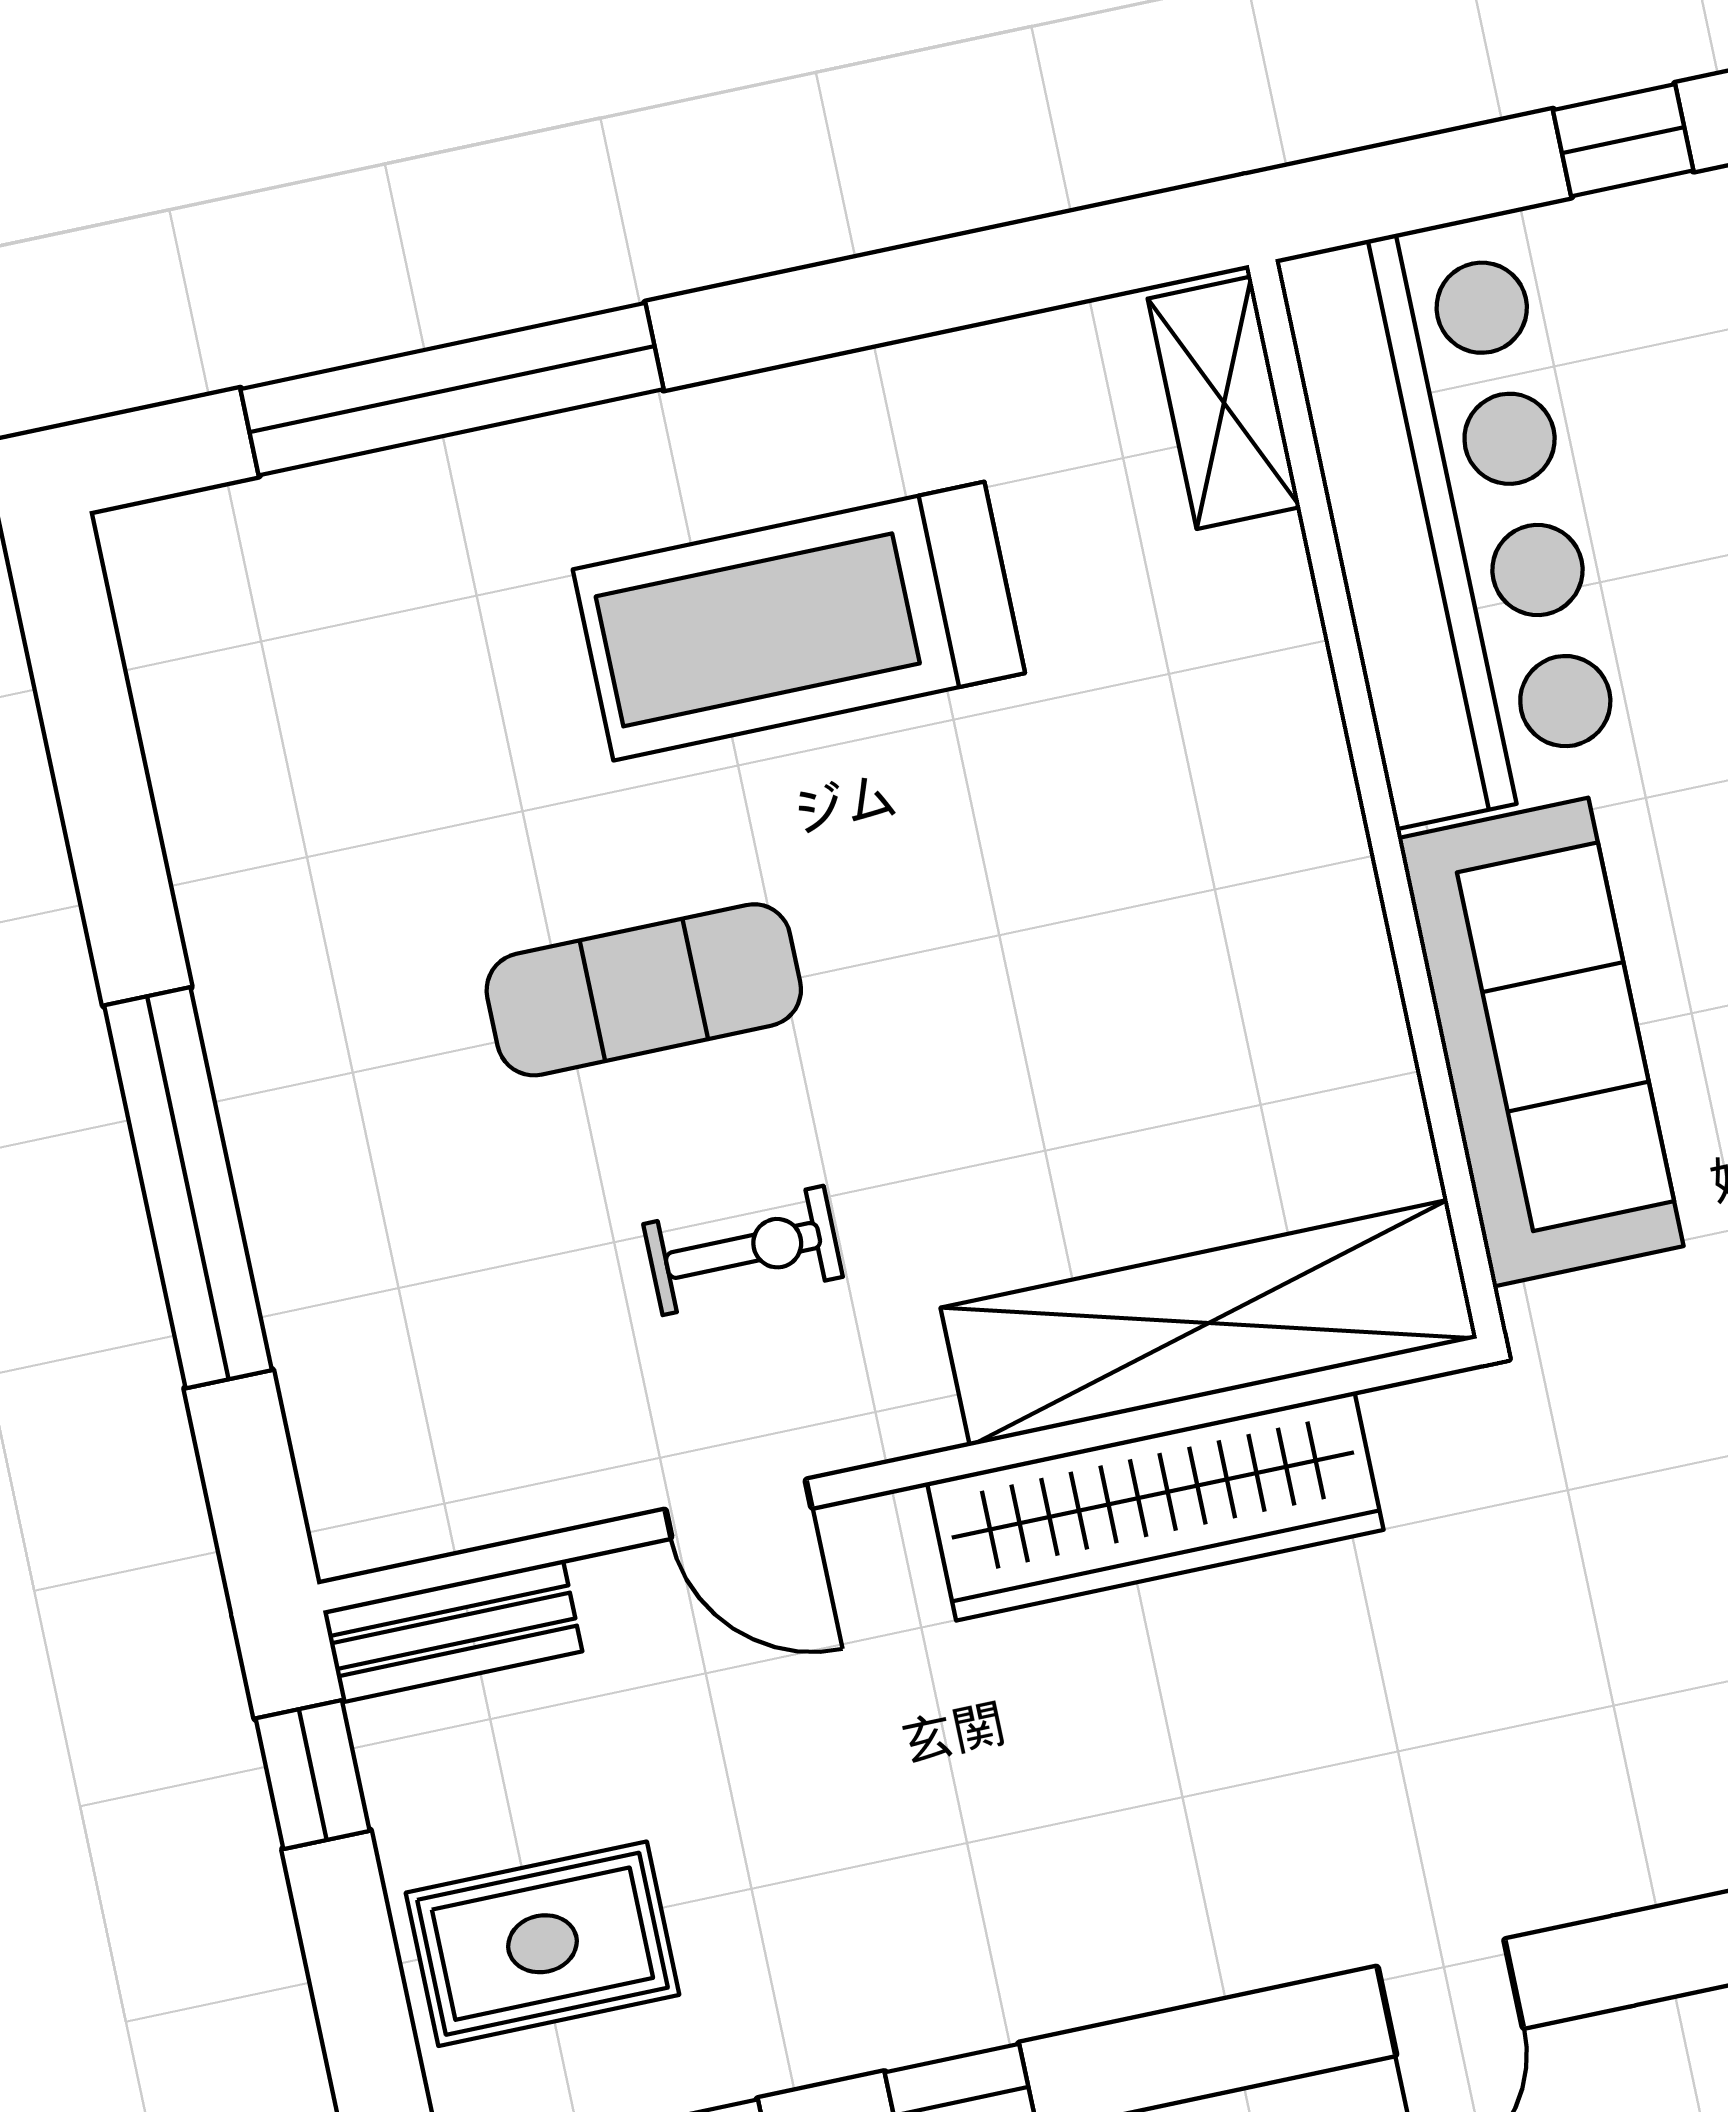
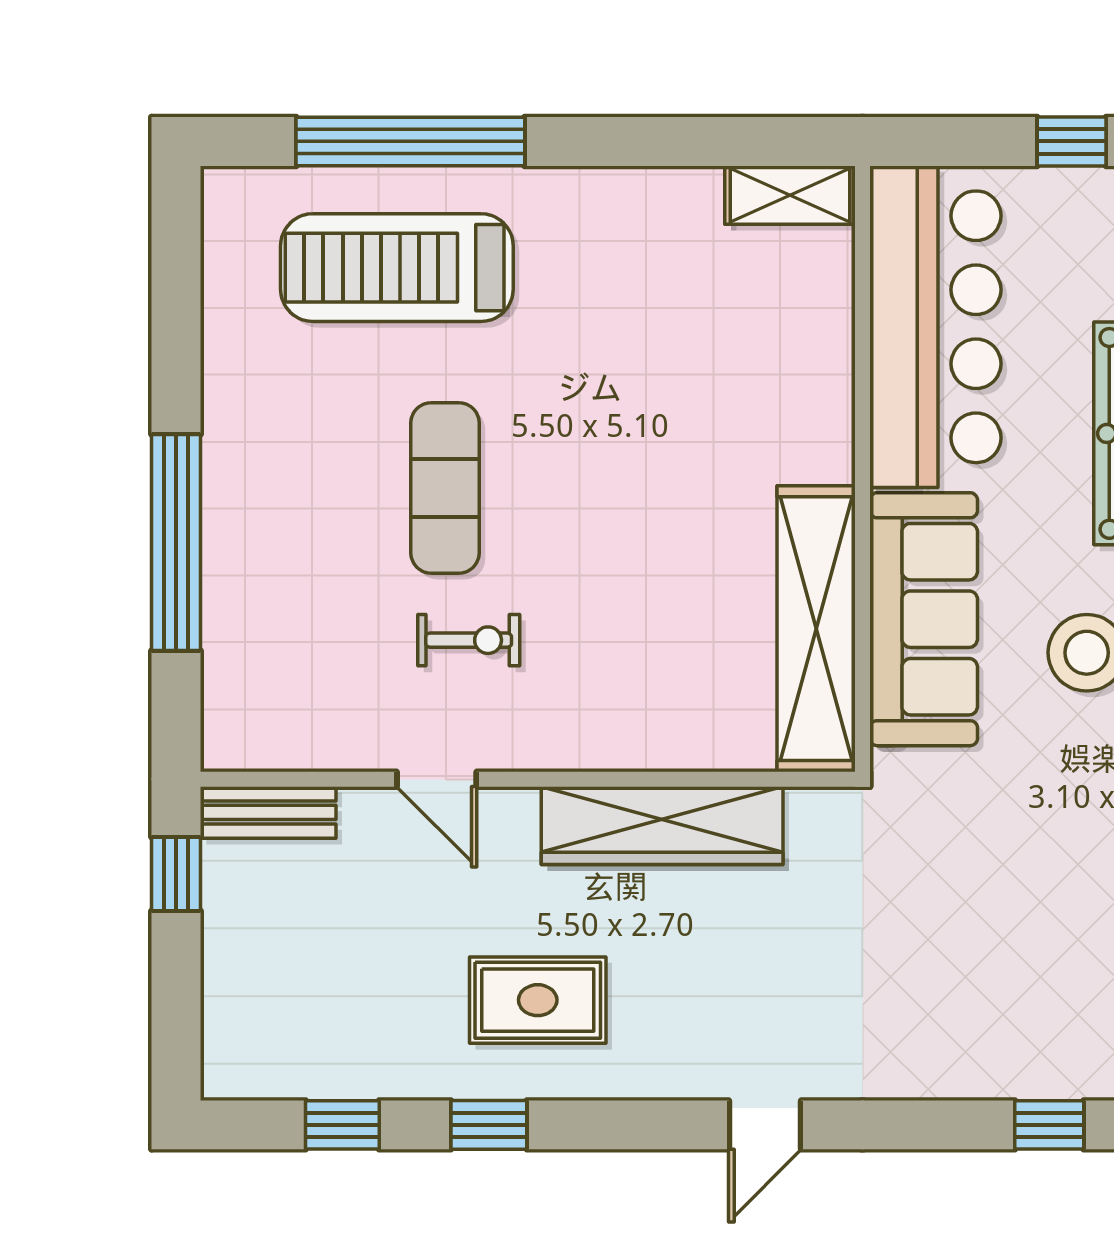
shelving: (1224, 403) -> (790, 195), moved, turned 90
treadmill: (799, 621) -> (397, 268), moved
exercise mat: (644, 990) -> (445, 488), turned 90
shelving: (1209, 1323) -> (816, 629), moved, turned 90
rug: (543, 1944) -> (538, 1000), moved

